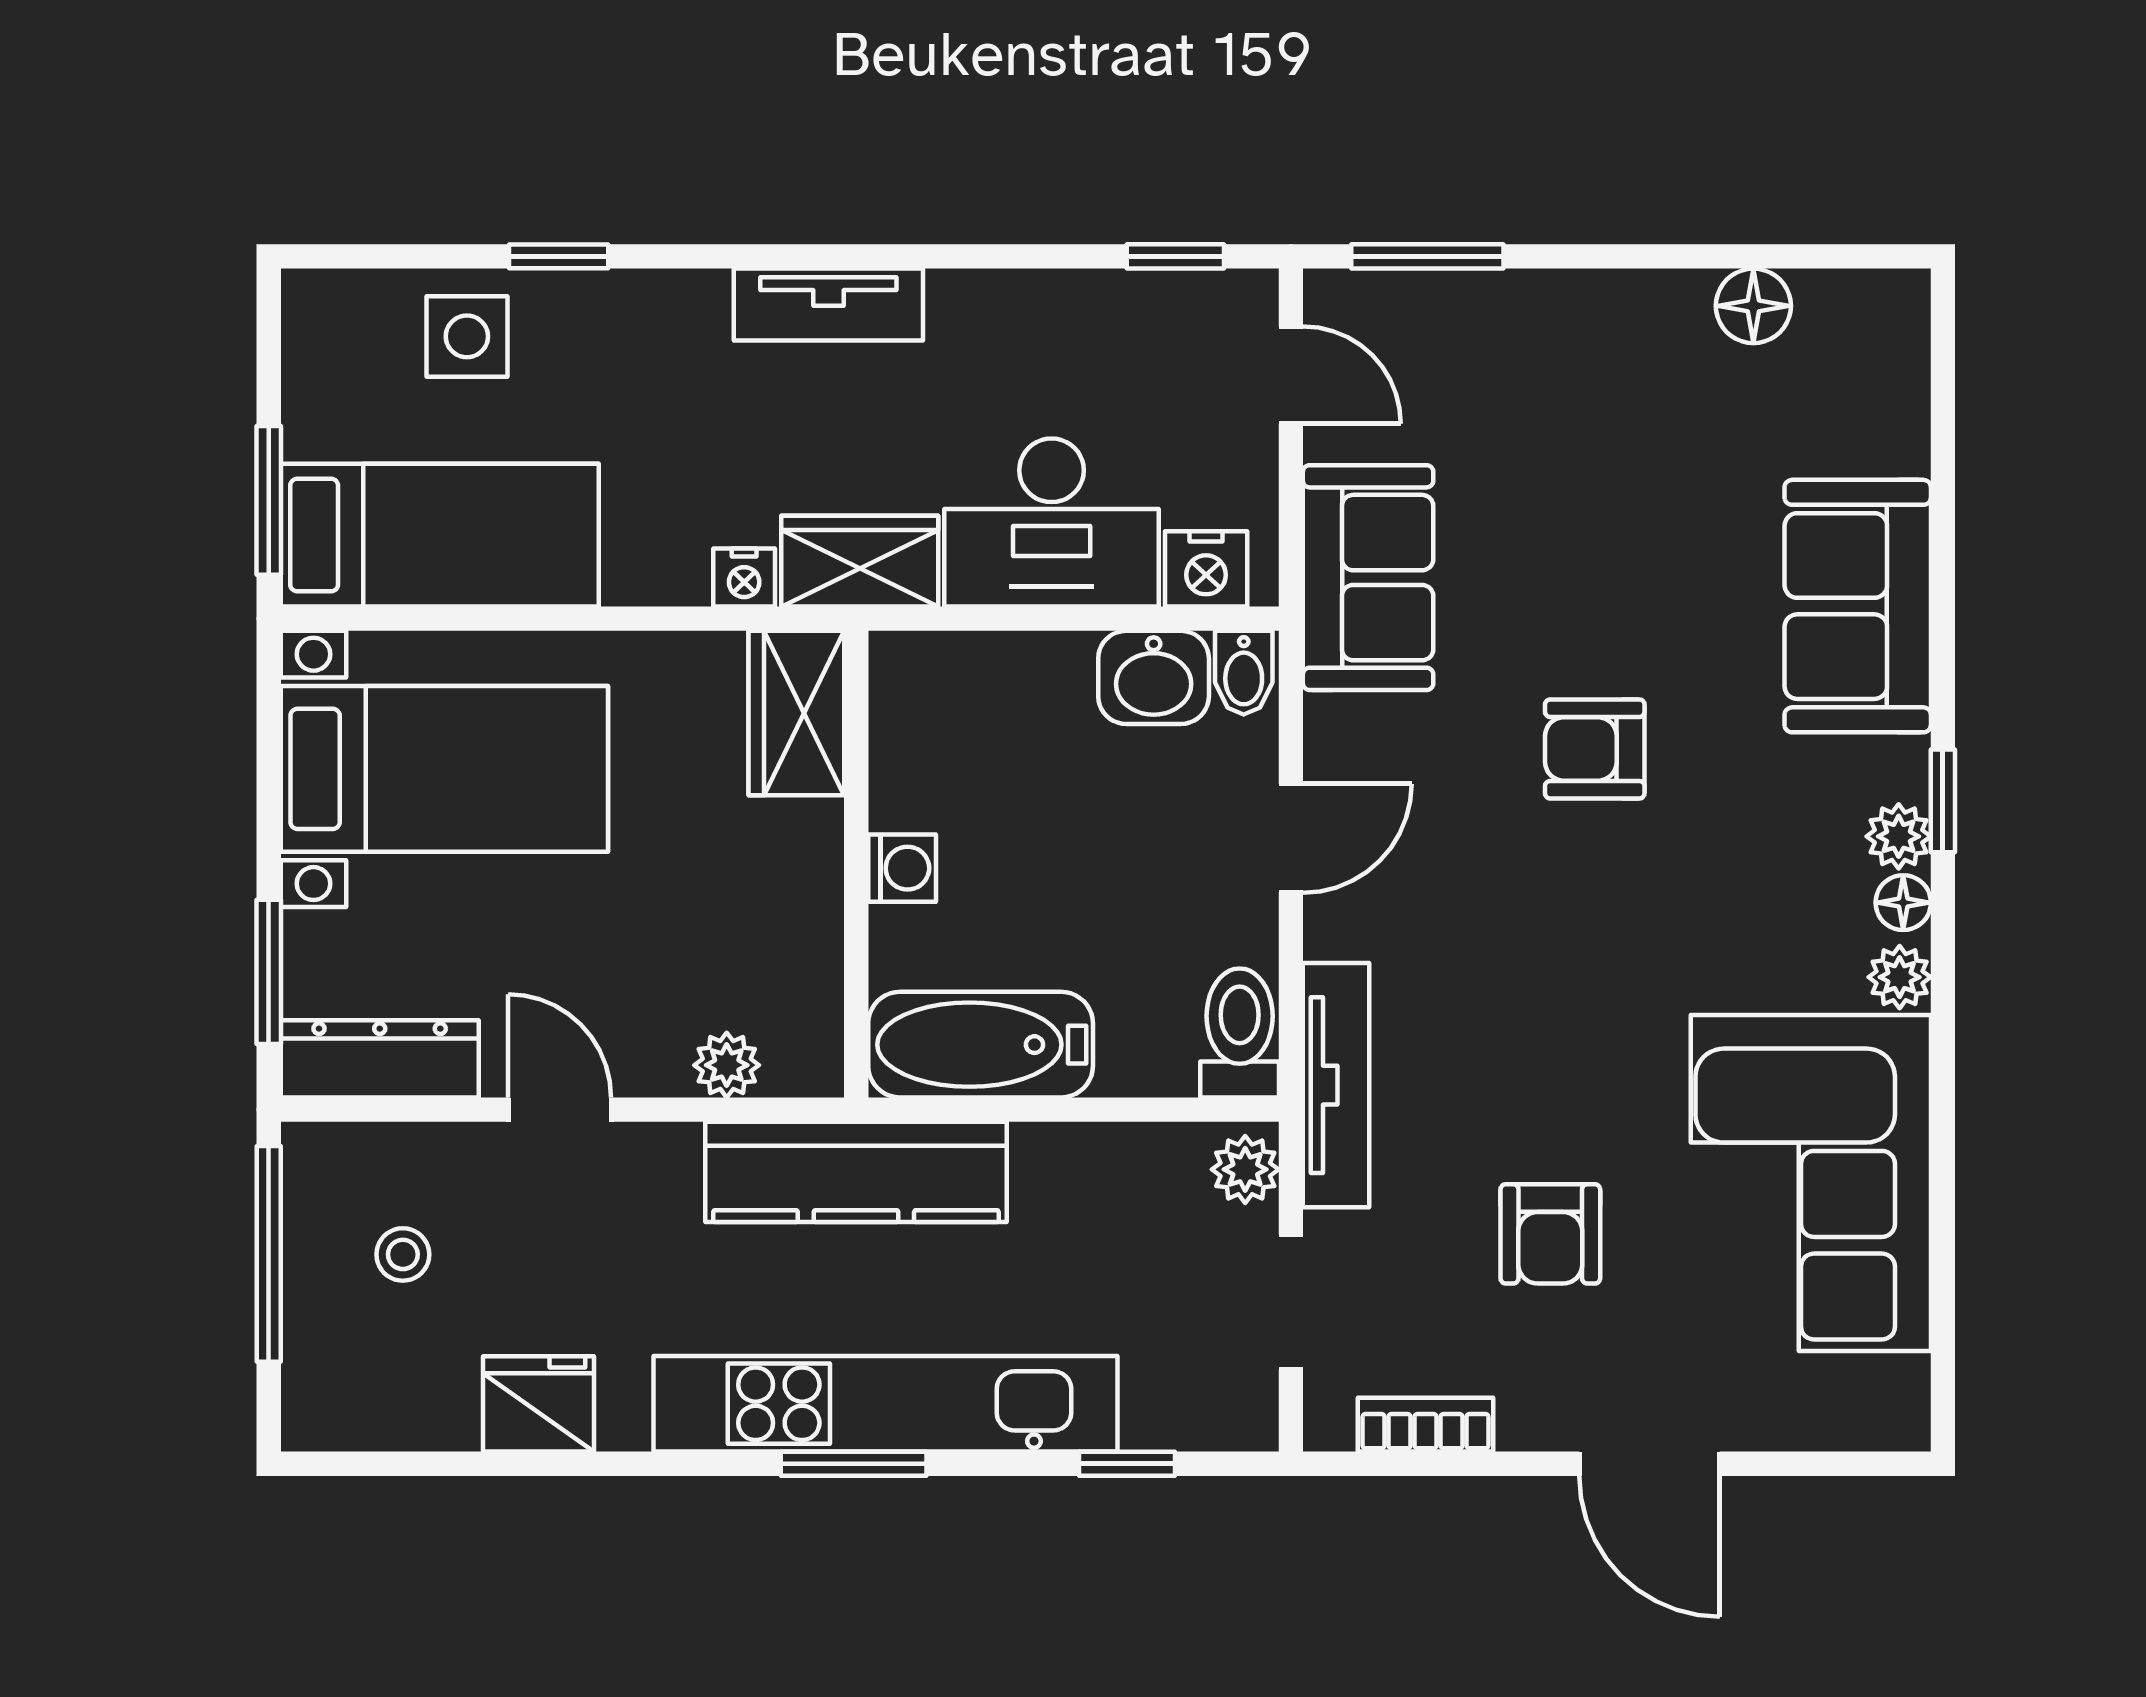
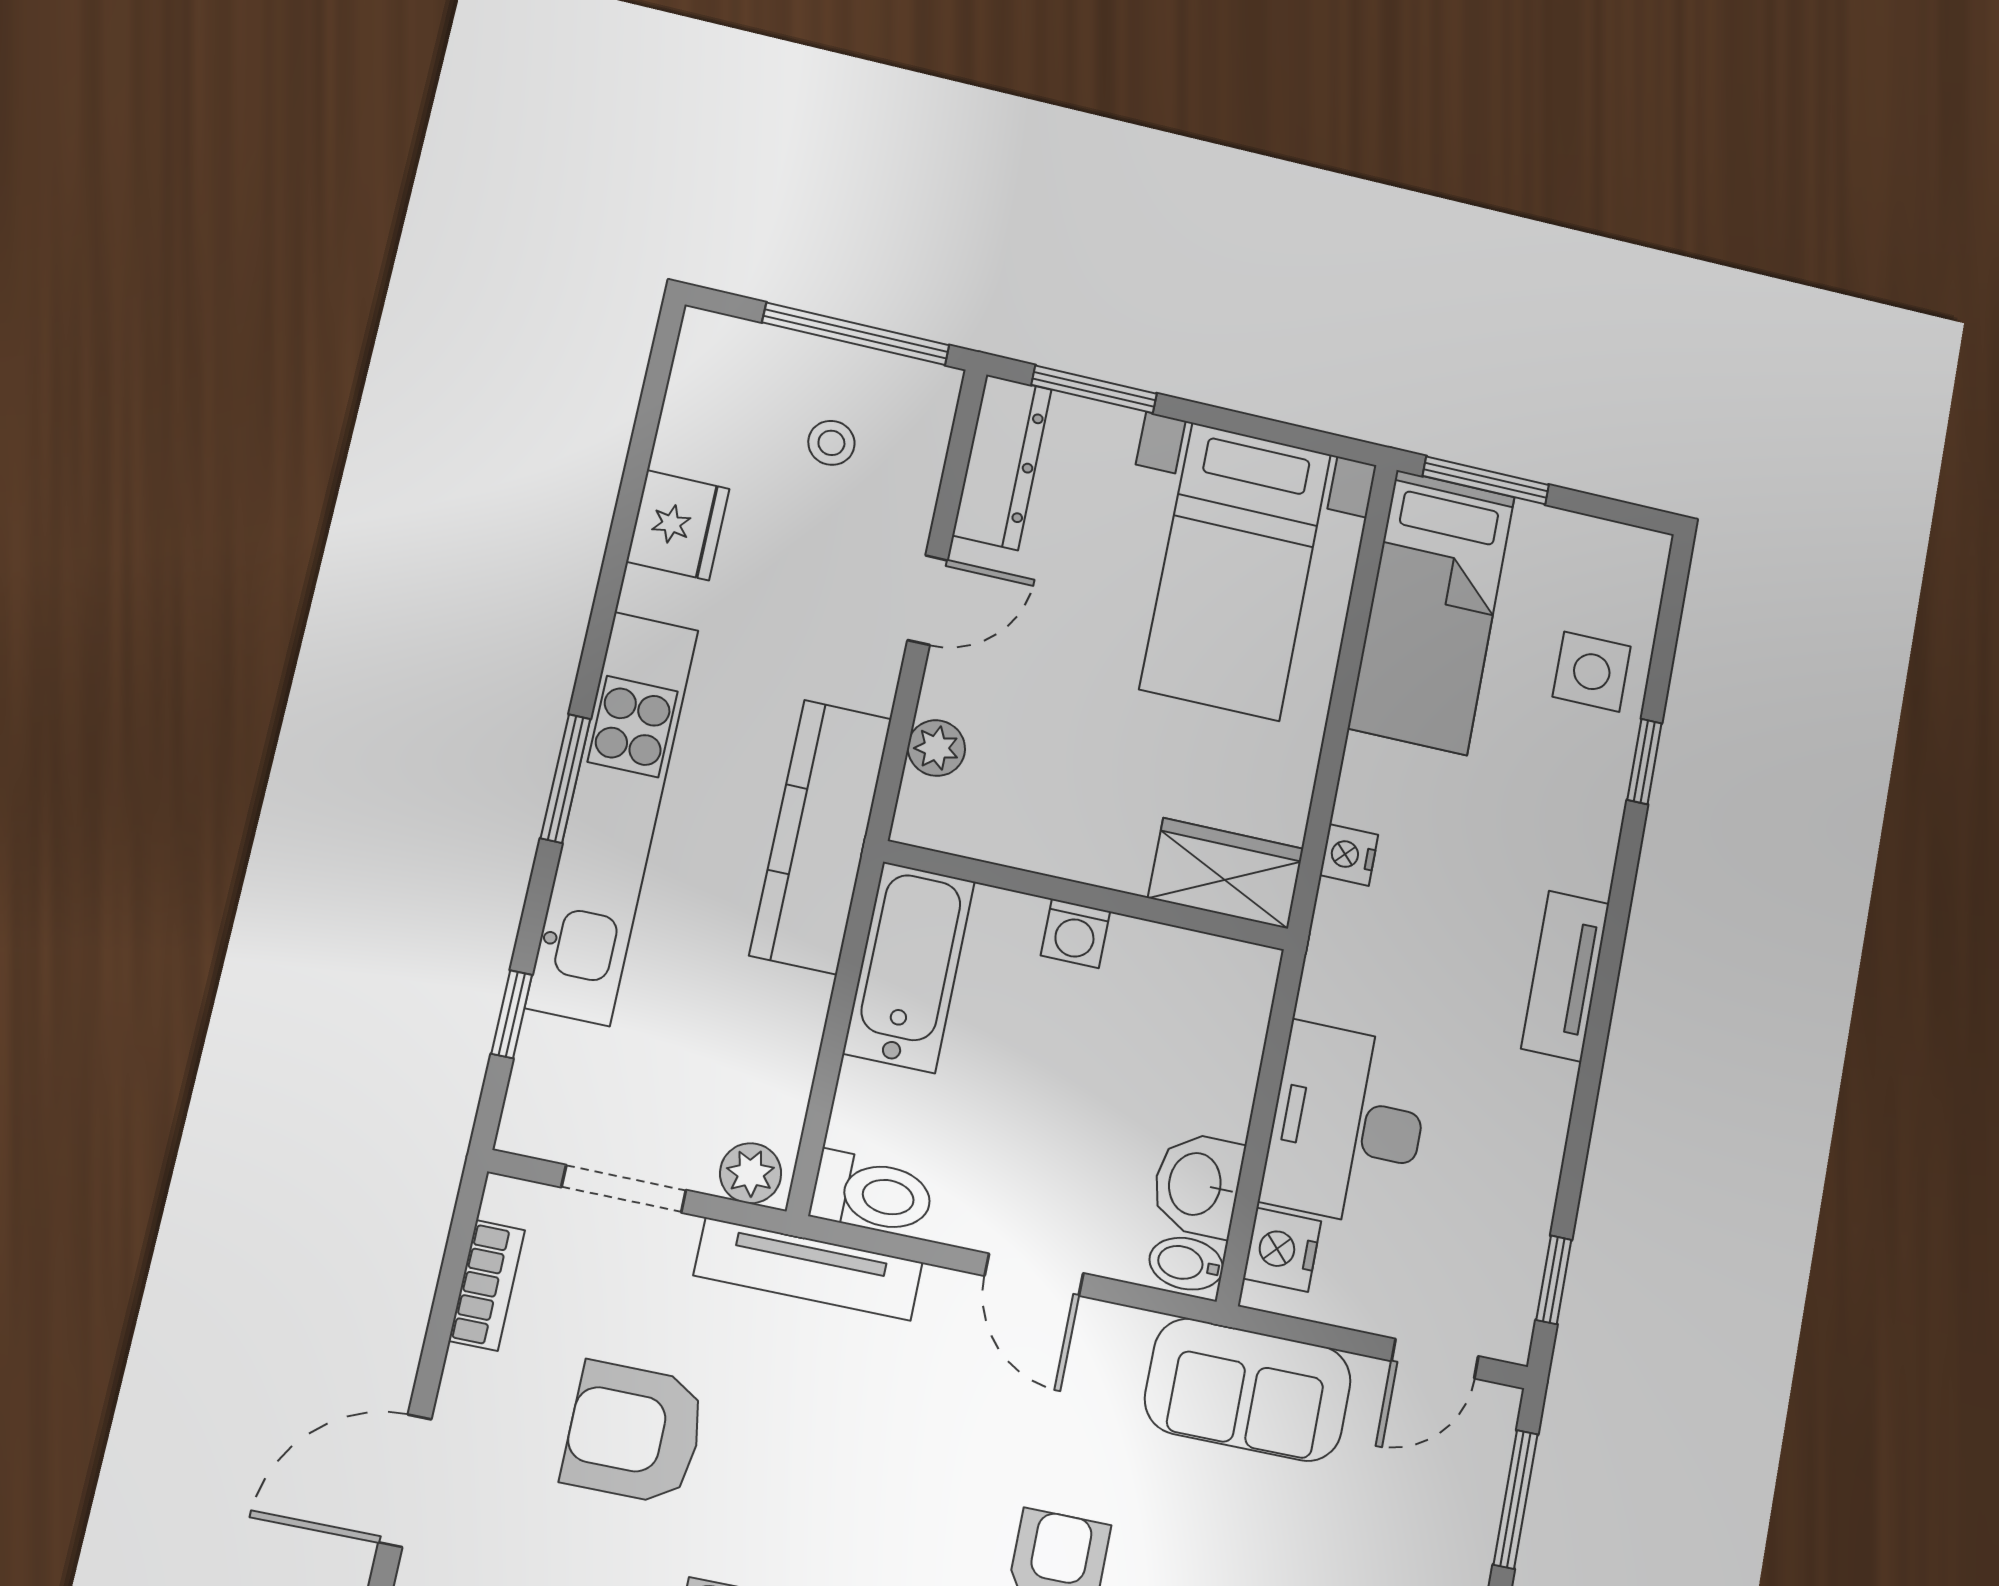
wardrobe: (860, 561) -> (1344, 955), removed
armchair: (1550, 1234) -> (634, 1433), width x1.38, depth x1.38

